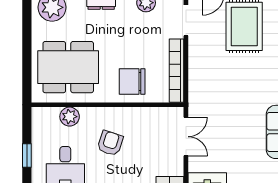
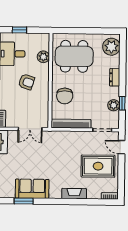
dining table: (68, 67) -> (74, 56), turned 90
chair: (132, 82) -> (65, 96), turned 180

